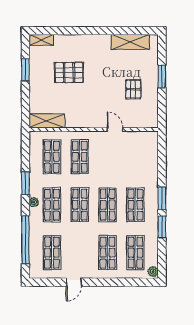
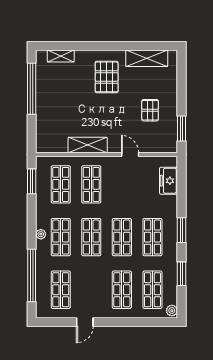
shelving: (41, 40) -> (61, 56), moved
window: (25, 70) -> (32, 89), width x2.11
pallet: (69, 73) -> (107, 77), moved, turned 90
window: (162, 77) -> (182, 128), moved
shelving: (47, 121) -> (88, 145), moved
freezer: (150, 153) -> (169, 181), added
window: (25, 183) -> (32, 181), moved
window: (162, 227) -> (182, 274), moved

